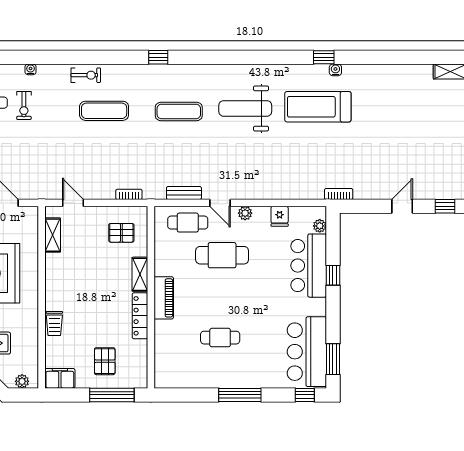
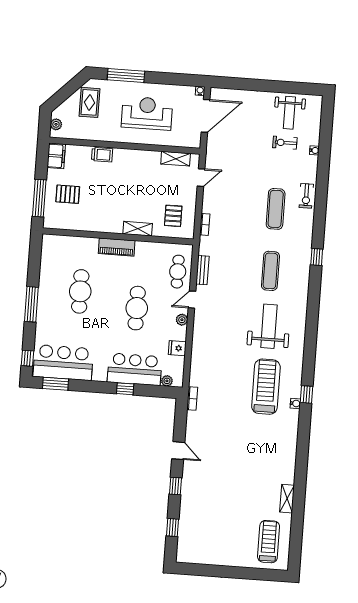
cafe table: (222, 255) -> (137, 308), moved
locker: (140, 316) -> (103, 226), removed
trolley: (54, 324) -> (102, 155), turned 180
cafe table: (220, 338) -> (80, 291), width x1.37, depth x1.35

